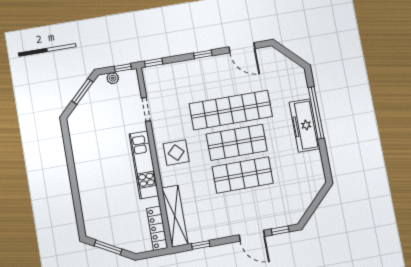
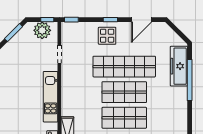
door: (242, 48) -> (142, 20), hinge flipped
plant: (113, 78) -> (42, 30), width x1.87, depth x1.87
freezer: (305, 125) -> (179, 66), moved
display table: (176, 153) -> (107, 36), moved

